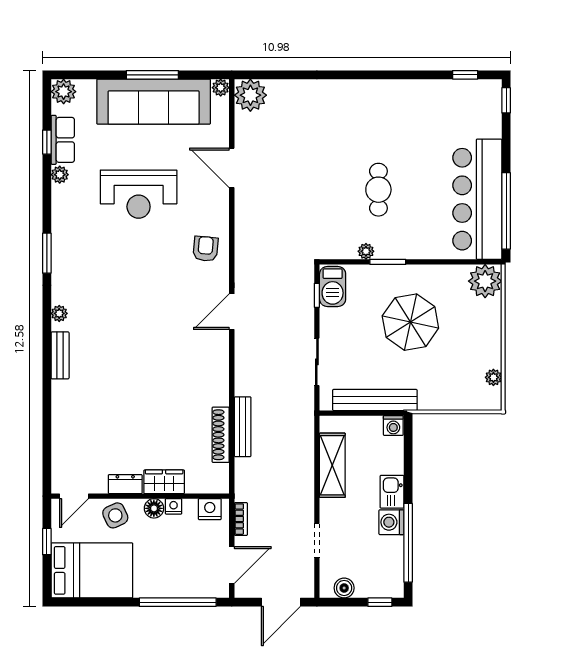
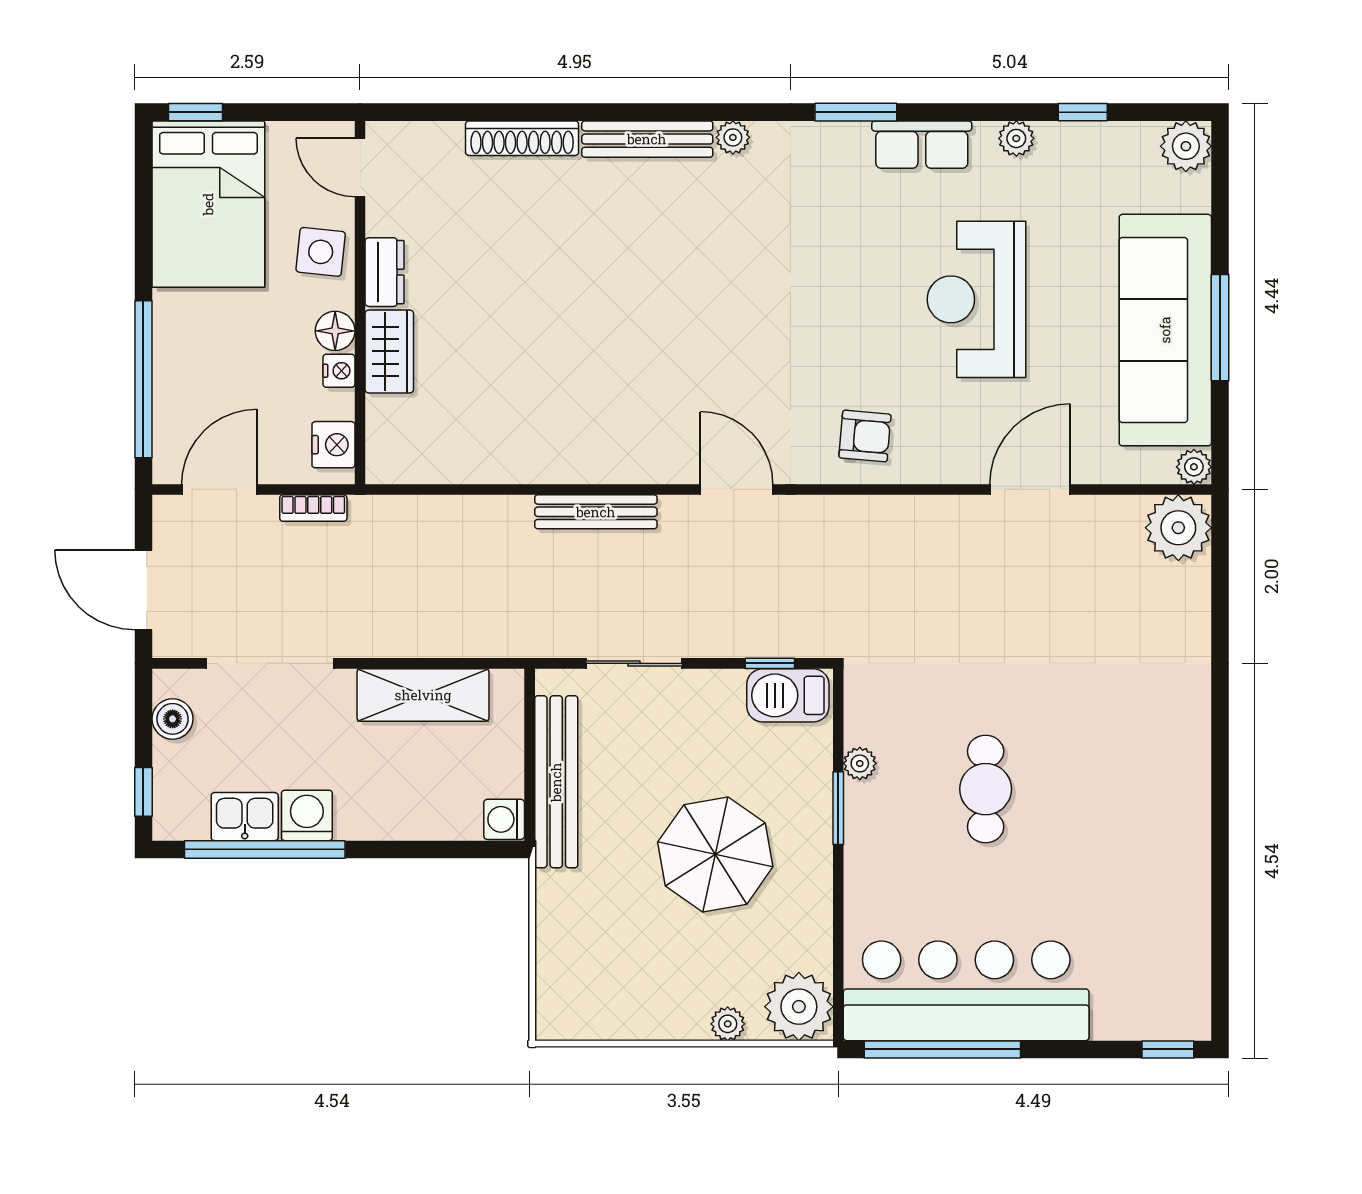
window: (465, 75) -> (1220, 966), removed
row of seats: (63, 140) -> (922, 145), moved
cafe table: (378, 190) -> (986, 789), turned 90
bench: (60, 355) -> (647, 139), width x1.36
plant: (493, 377) -> (728, 1024), moved
bench: (243, 427) -> (596, 512), moved
shoe rack: (221, 435) -> (522, 138), moved, turned 180
kitchen sink: (392, 492) -> (245, 817), moved
side table: (115, 515) -> (321, 252), turned 31
doorway: (317, 540) -> (270, 663), width x1.88
window: (47, 542) -> (196, 112), moved
door: (232, 565) -> (219, 489), swing flipped

